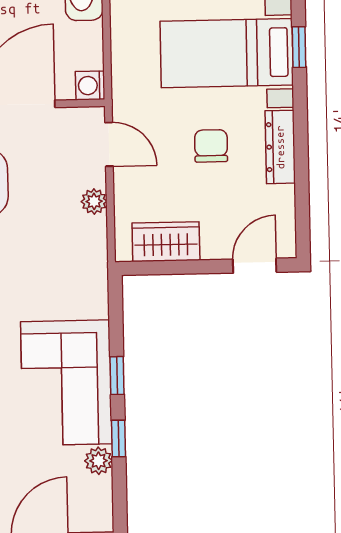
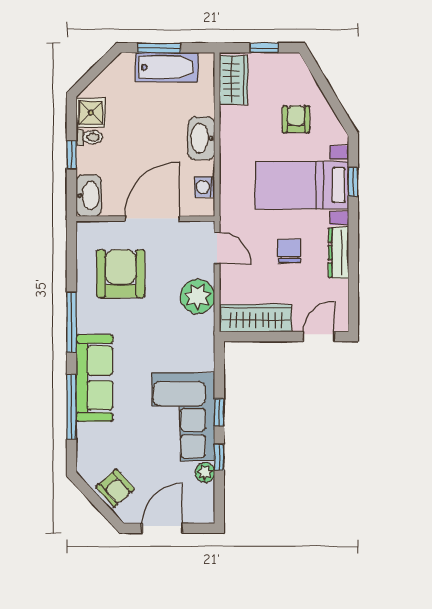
washing machine: (90, 86) -> (205, 187), moved
plant: (94, 201) -> (198, 296), width x1.88, depth x1.88
wardrobe: (166, 242) -> (256, 318), width x1.50

